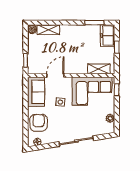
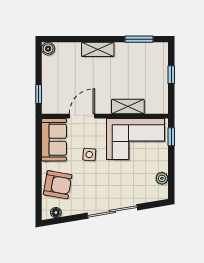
shelving: (48, 30) -> (98, 49), moved
freezer: (108, 36) -> (158, 58), removed
shelving: (99, 69) -> (128, 107), moved
armchair: (39, 123) -> (58, 185), turned 100

